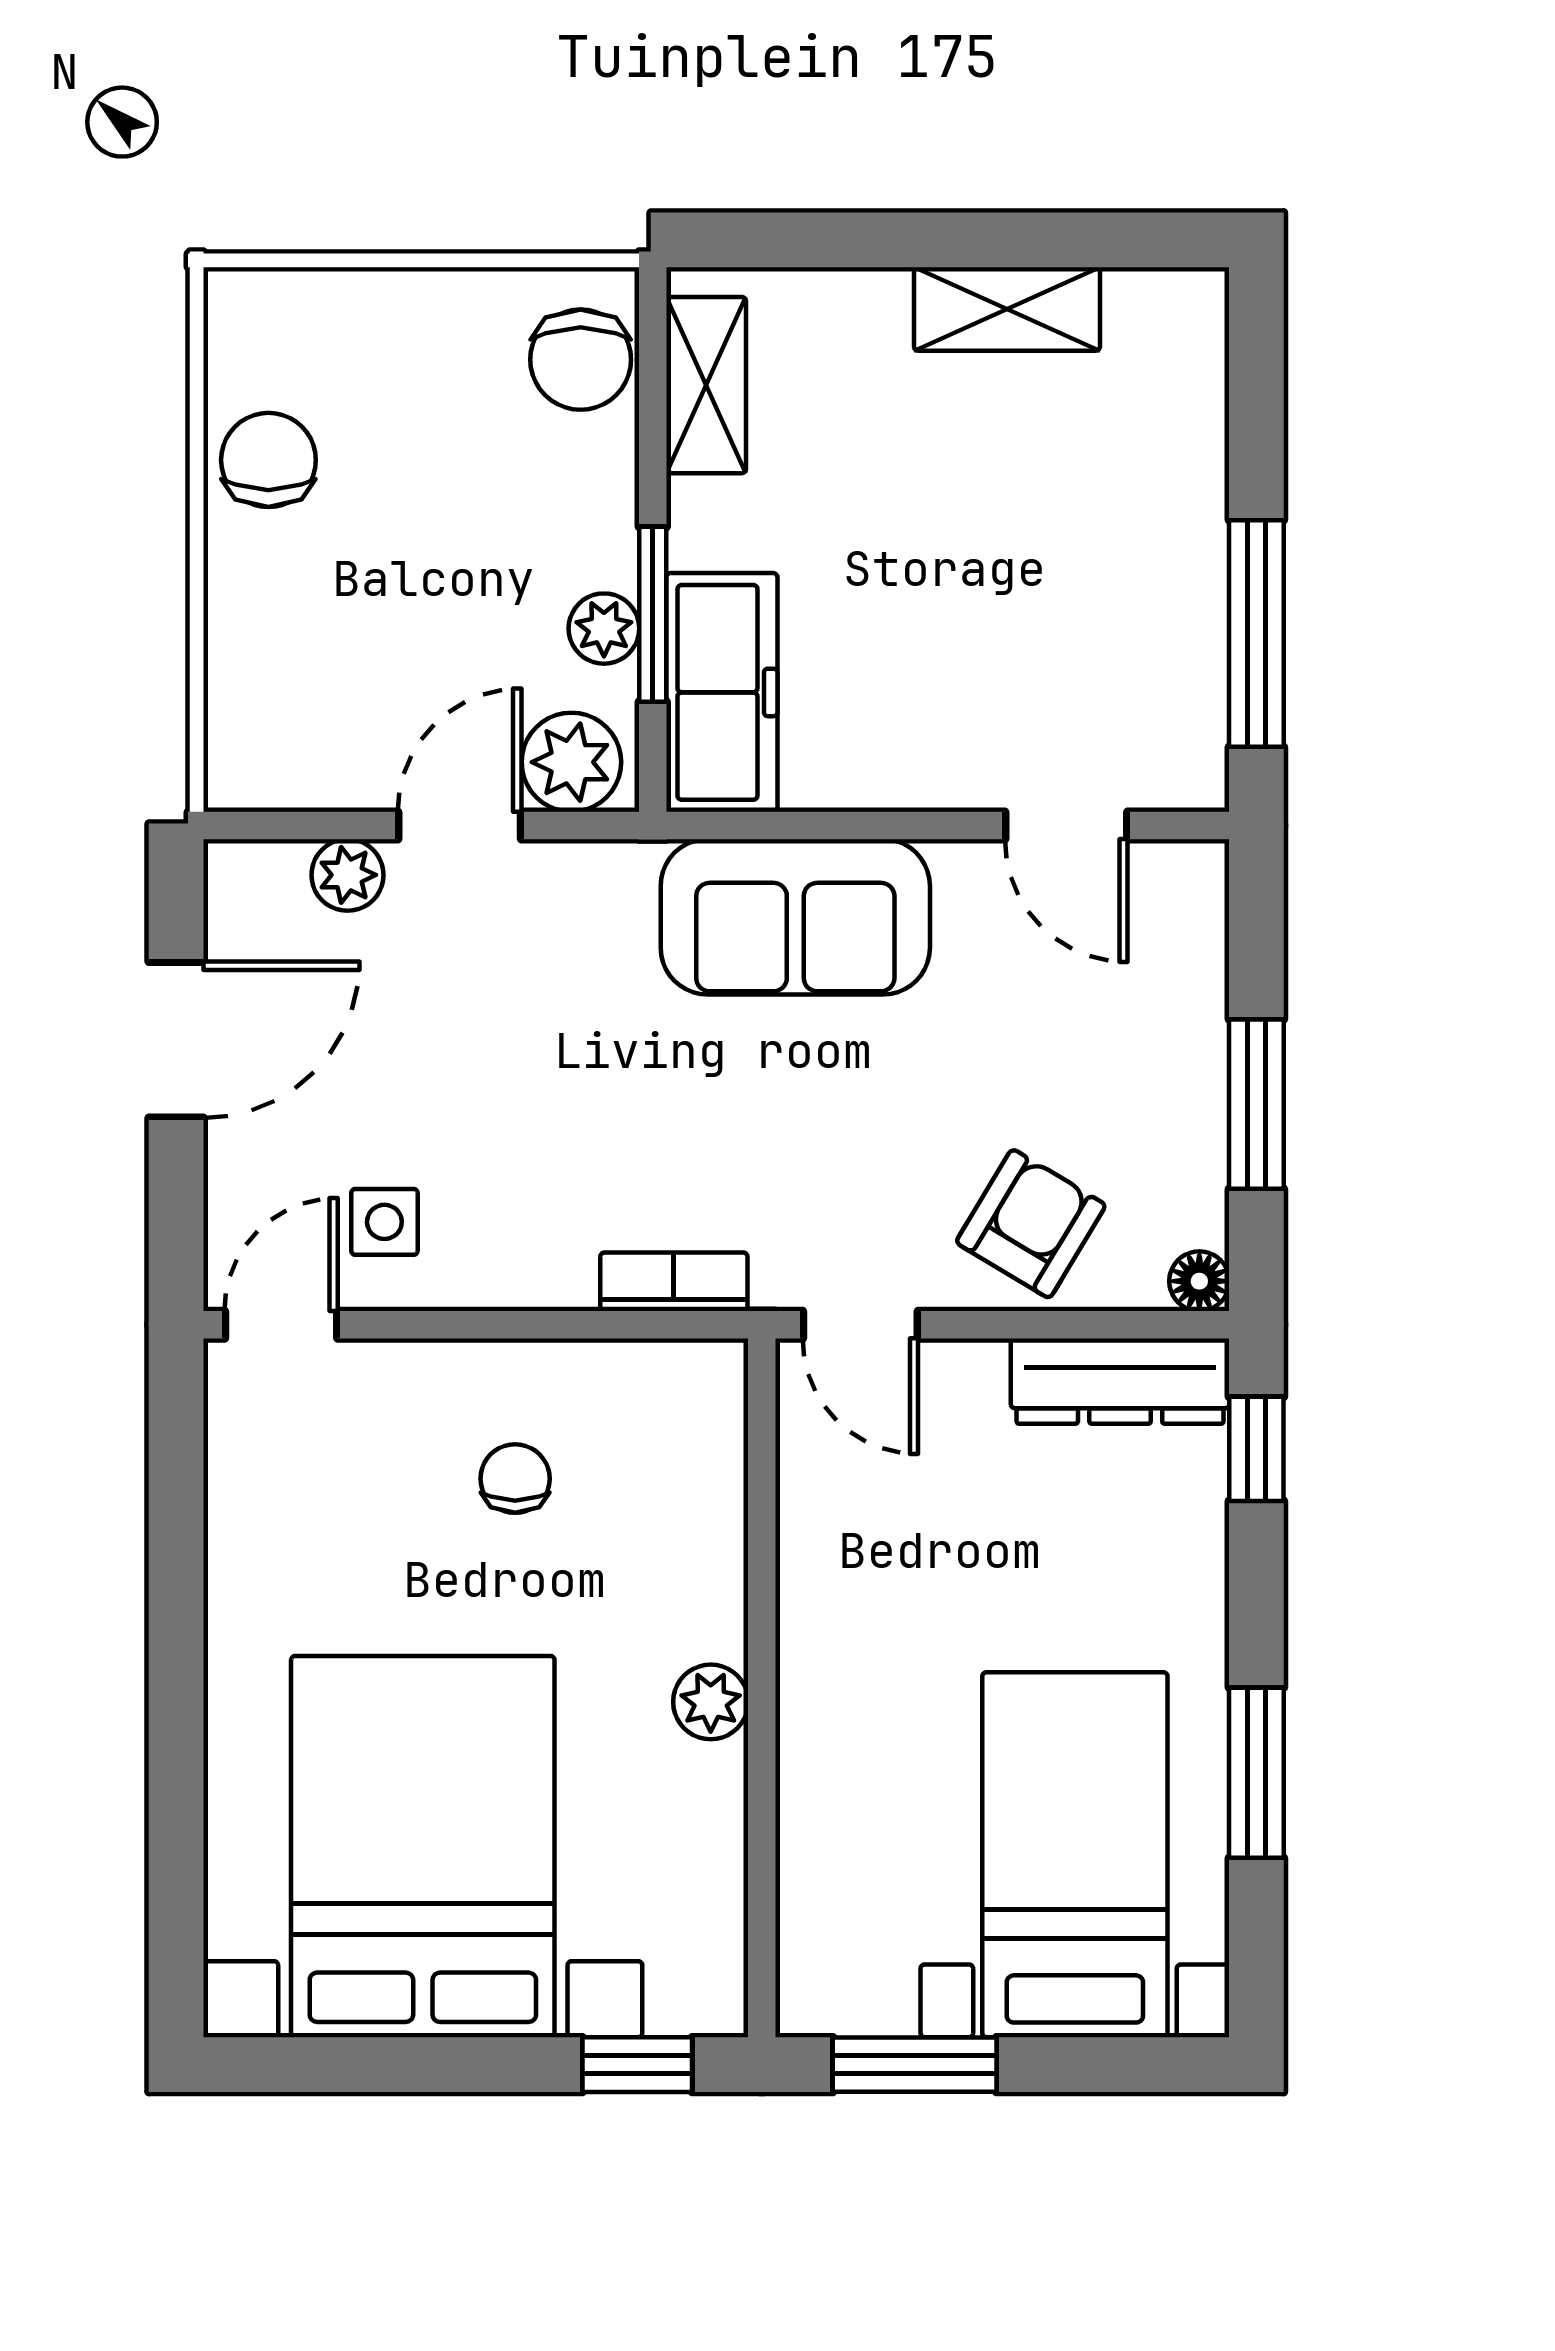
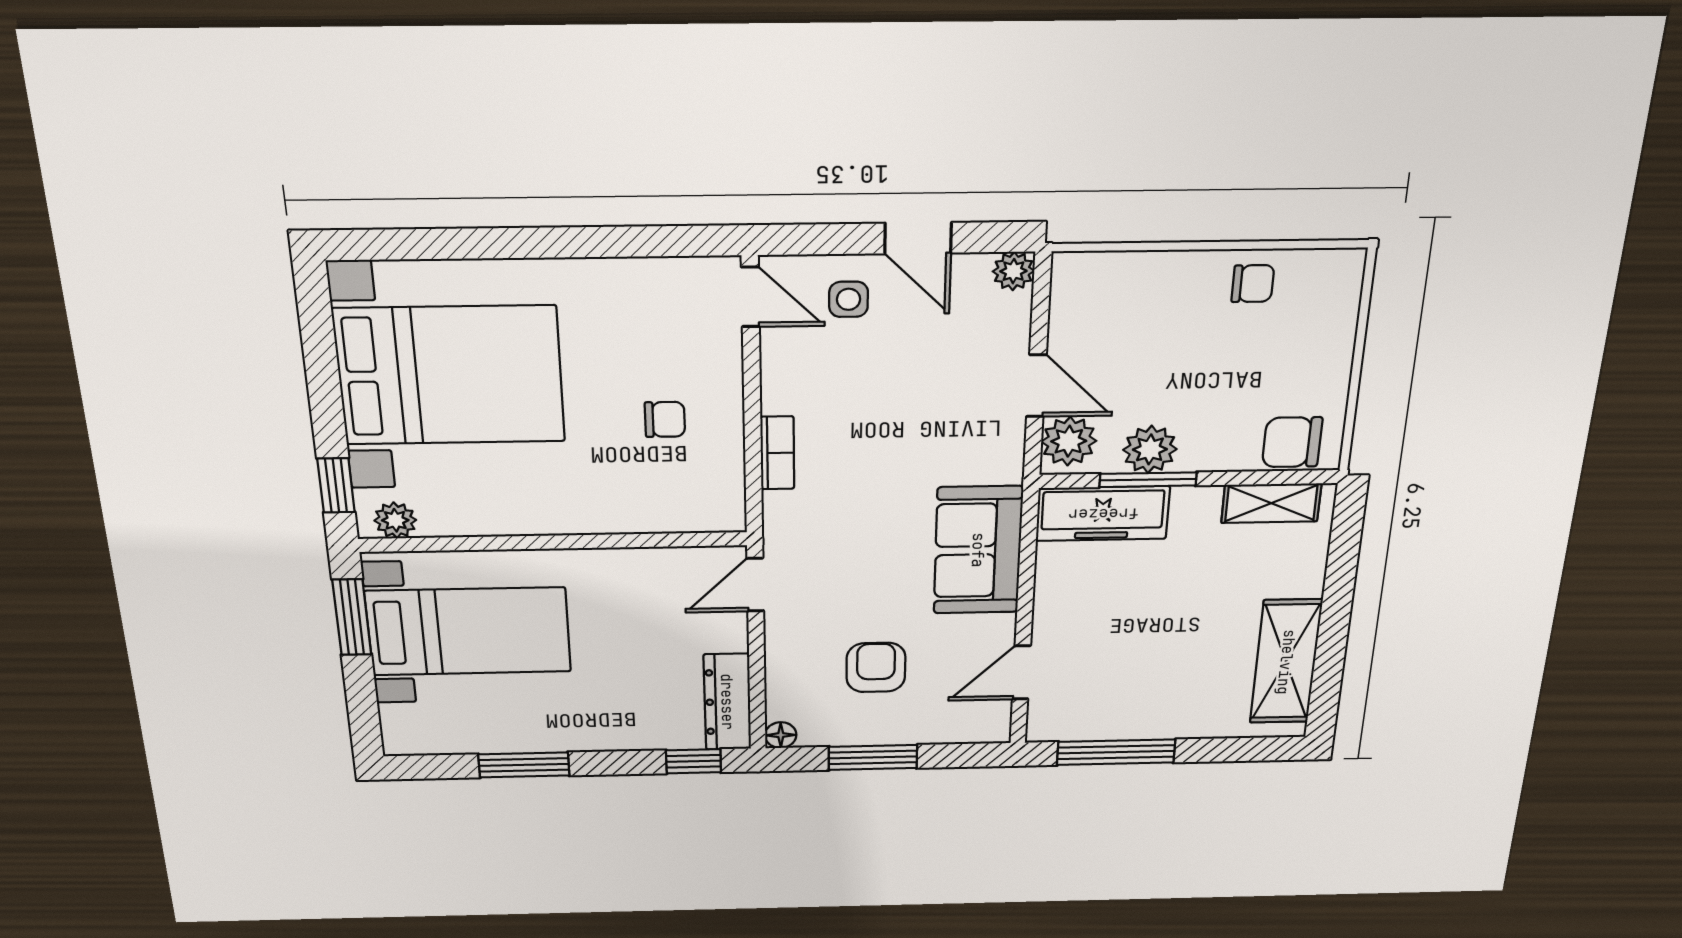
shelving: (1007, 309) -> (1286, 662), width x1.50, depth x1.33
chair: (268, 460) -> (1253, 284), width x0.73, depth x0.73
plant: (604, 629) -> (1150, 449), width x1.38, depth x1.38
plant: (347, 875) -> (1013, 271), moved
door: (176, 1040) -> (918, 238), width x0.73
side table: (384, 1222) -> (849, 299), moved
armchair: (1031, 1224) -> (876, 667), moved, turned -121
bookcase: (674, 1282) -> (777, 453), moved
plant: (711, 1702) -> (395, 520), moved
bed with nightstands: (1075, 1855) -> (469, 631), moved

